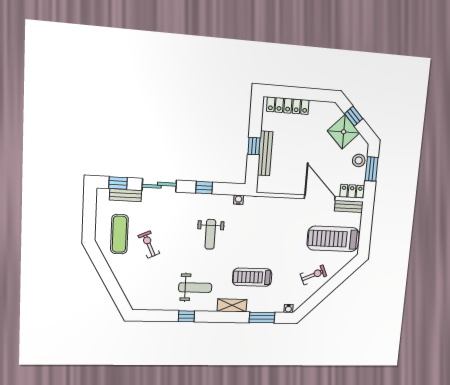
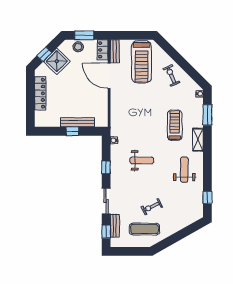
locker: (288, 106) -> (40, 93), moved
door: (320, 198) -> (109, 76), hinge flipped
treadmill: (252, 277) -> (175, 125), turned 180
window: (186, 316) -> (207, 197), moved

